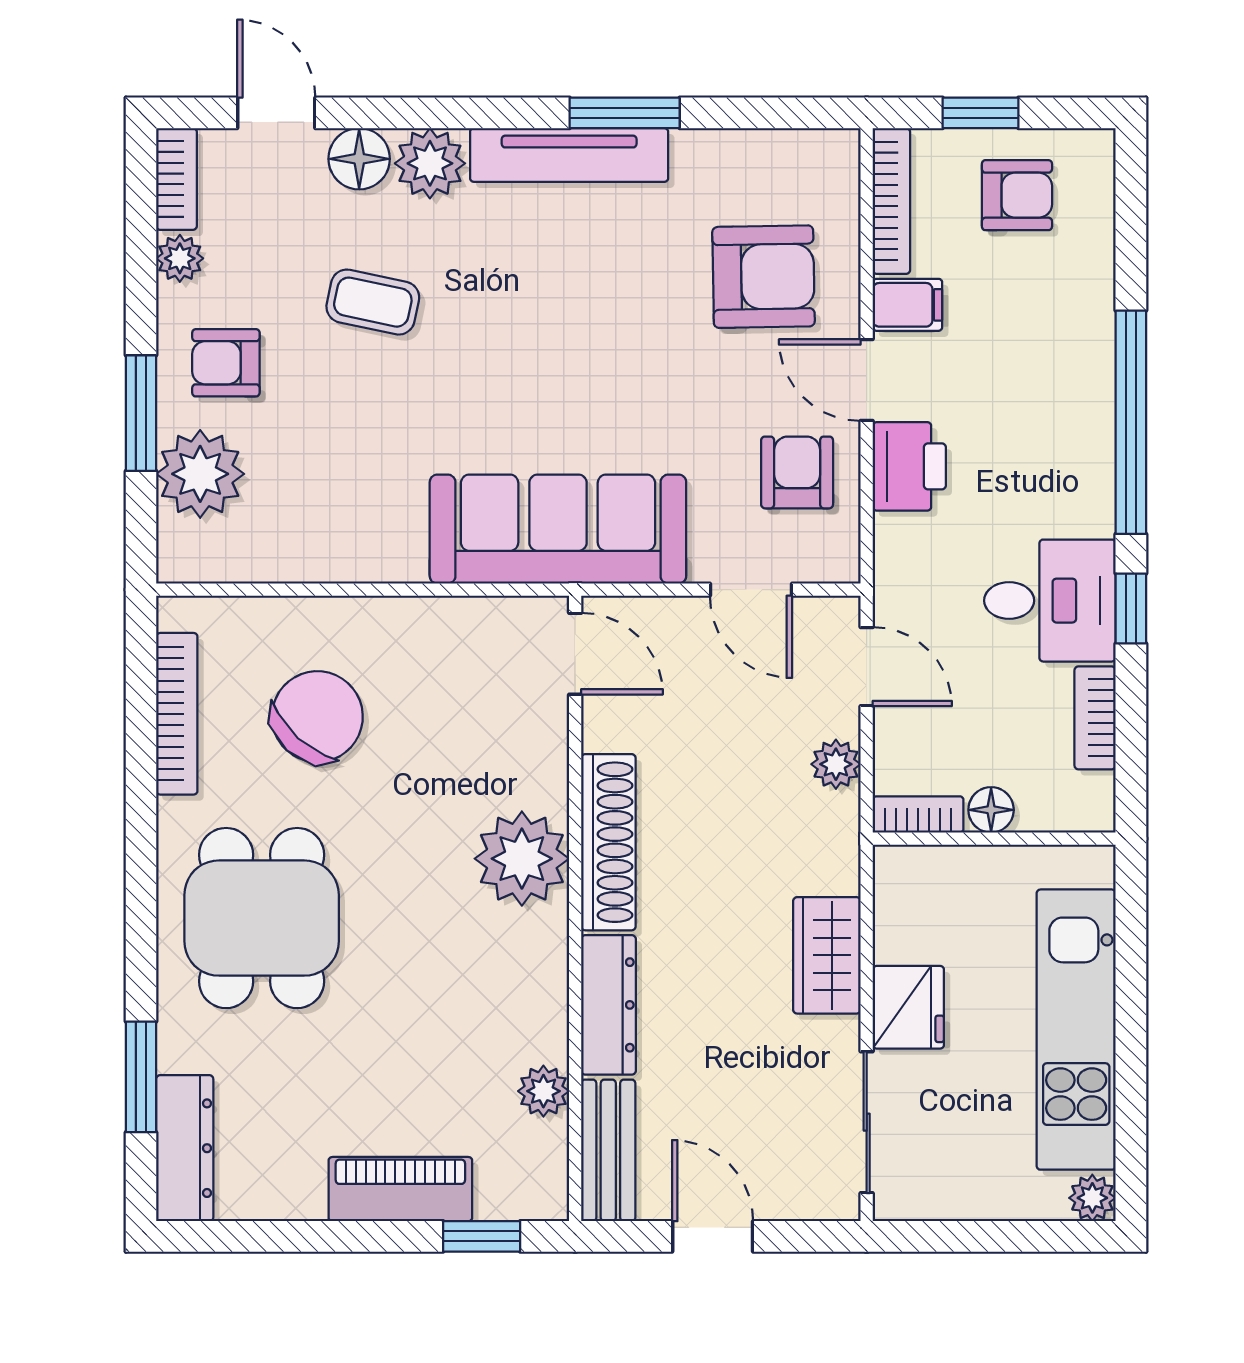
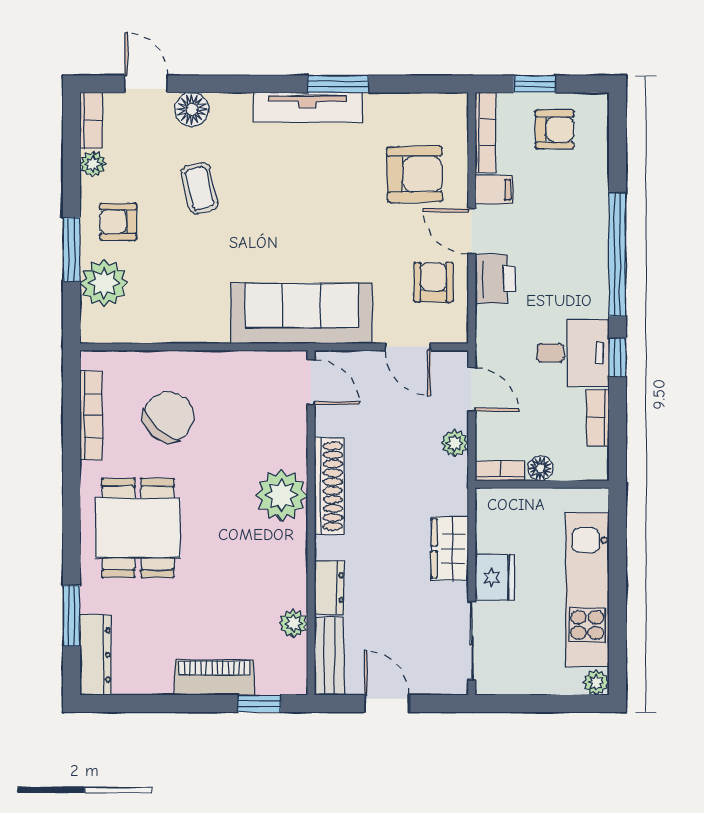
plant: (430, 163) -> (231, 112), removed
coffee table: (373, 302) -> (199, 188), turned 65
dresser: (609, 1005) -> (329, 588), width x0.70

